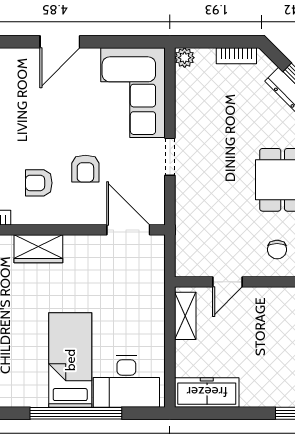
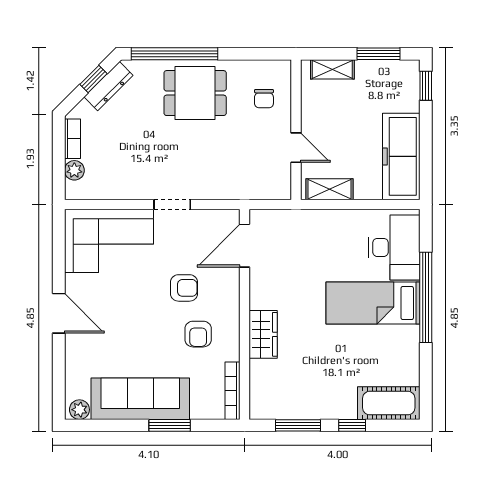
plant: (185, 58) -> (74, 170), moved
chair: (277, 250) -> (264, 99), turned 90
freezer: (207, 392) -> (401, 156), width x1.36, depth x1.26

